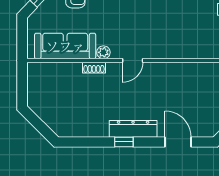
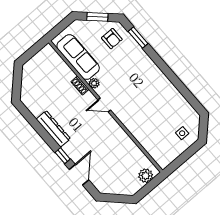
dresser: (133, 129) -> (53, 129), moved
window: (124, 142) -> (63, 156), moved

